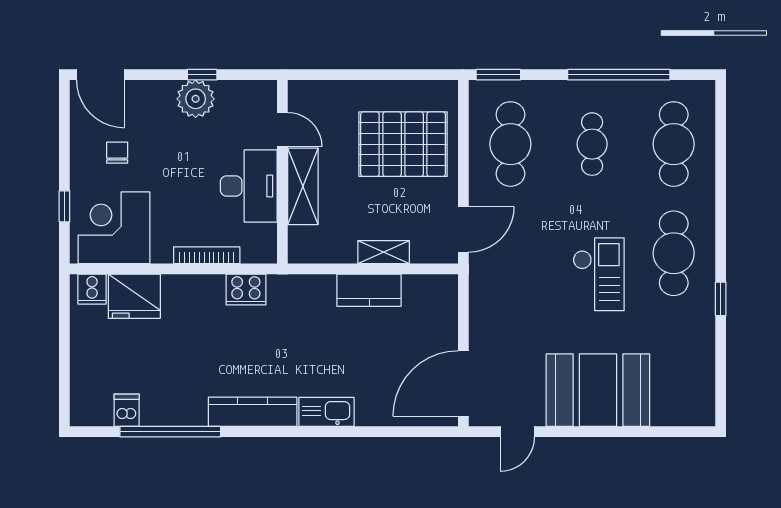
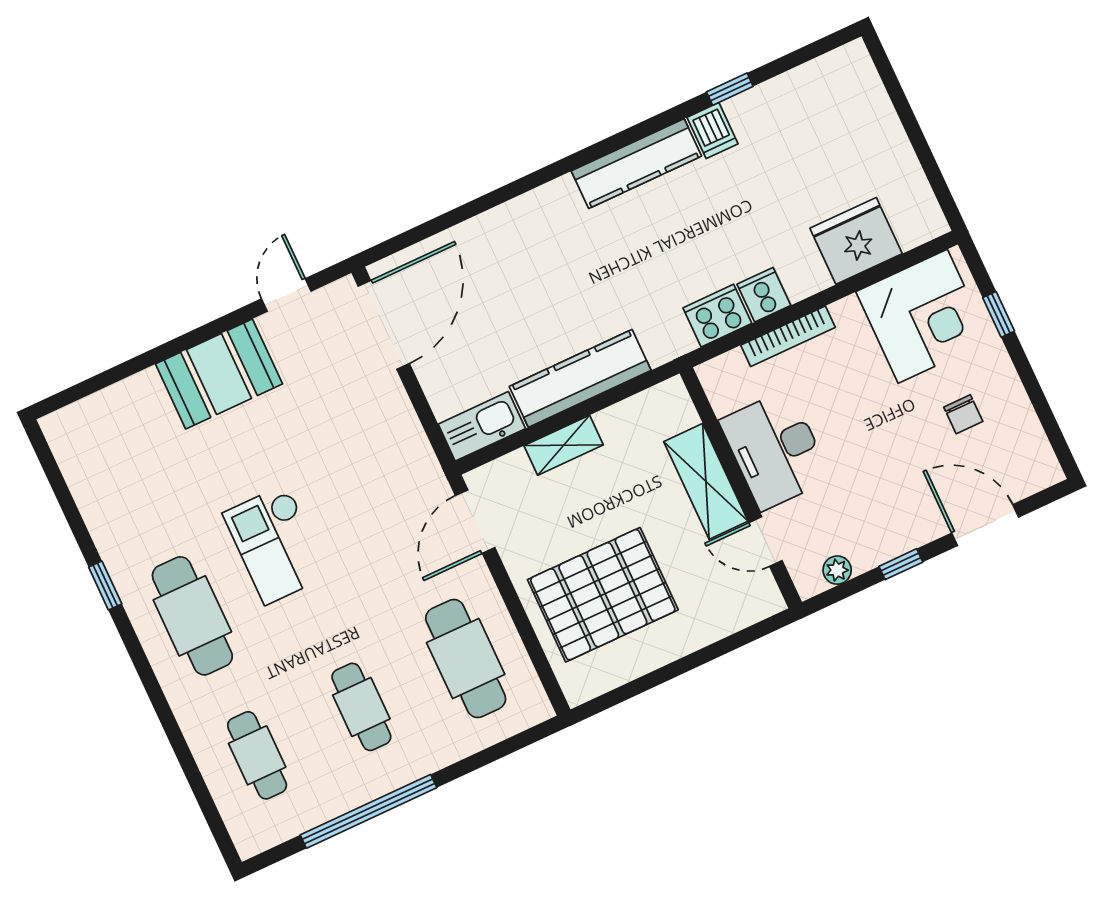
door: (100, 75) -> (985, 525), moved
window: (498, 75) -> (522, 740), removed
plant: (196, 99) -> (837, 570), moved, width x0.53, depth x0.53
cafe table: (674, 144) -> (257, 755), width x0.73, depth x0.74
cooker: (92, 289) -> (764, 295), moved
kitchen counter: (369, 290) -> (580, 378), width x1.50
booth: (598, 390) -> (219, 374), width x0.73, depth x0.70
dishwasher: (127, 410) -> (712, 131), moved
kitchen sink: (326, 412) -> (482, 426), moved, turned 180
window: (170, 432) -> (730, 89), width x0.32

